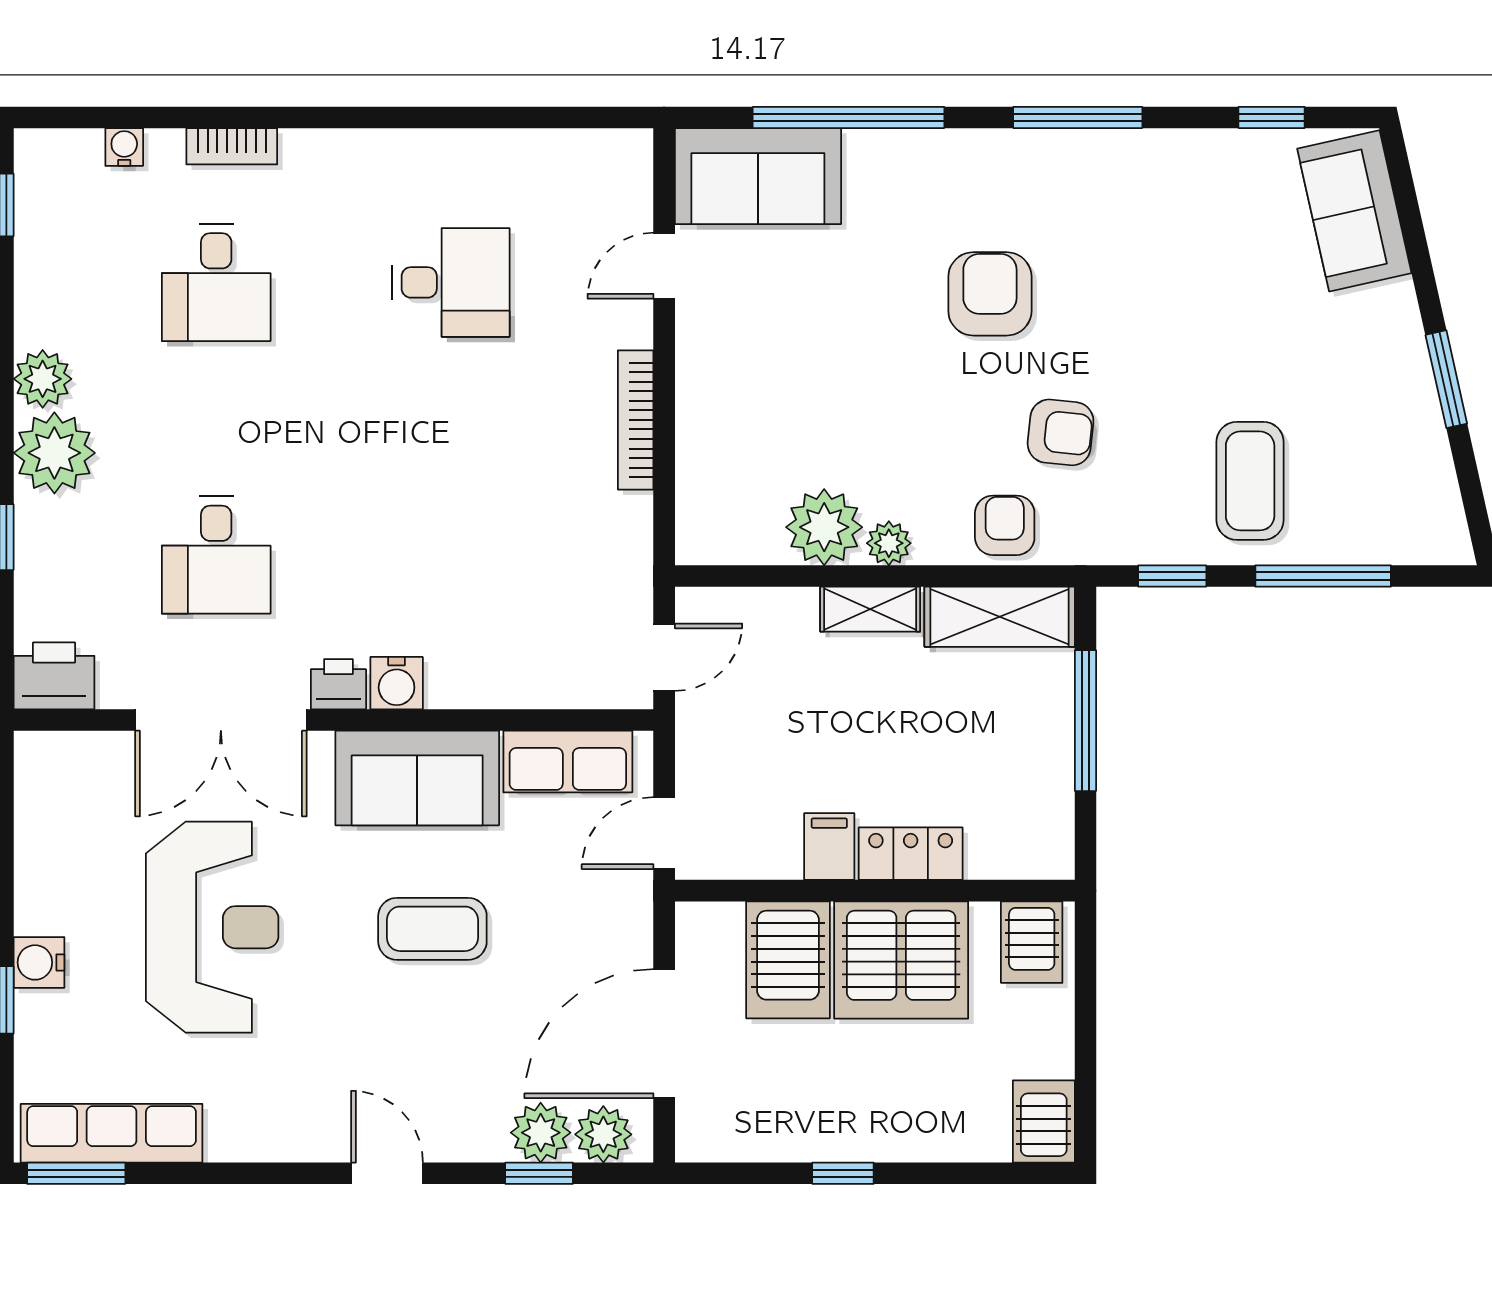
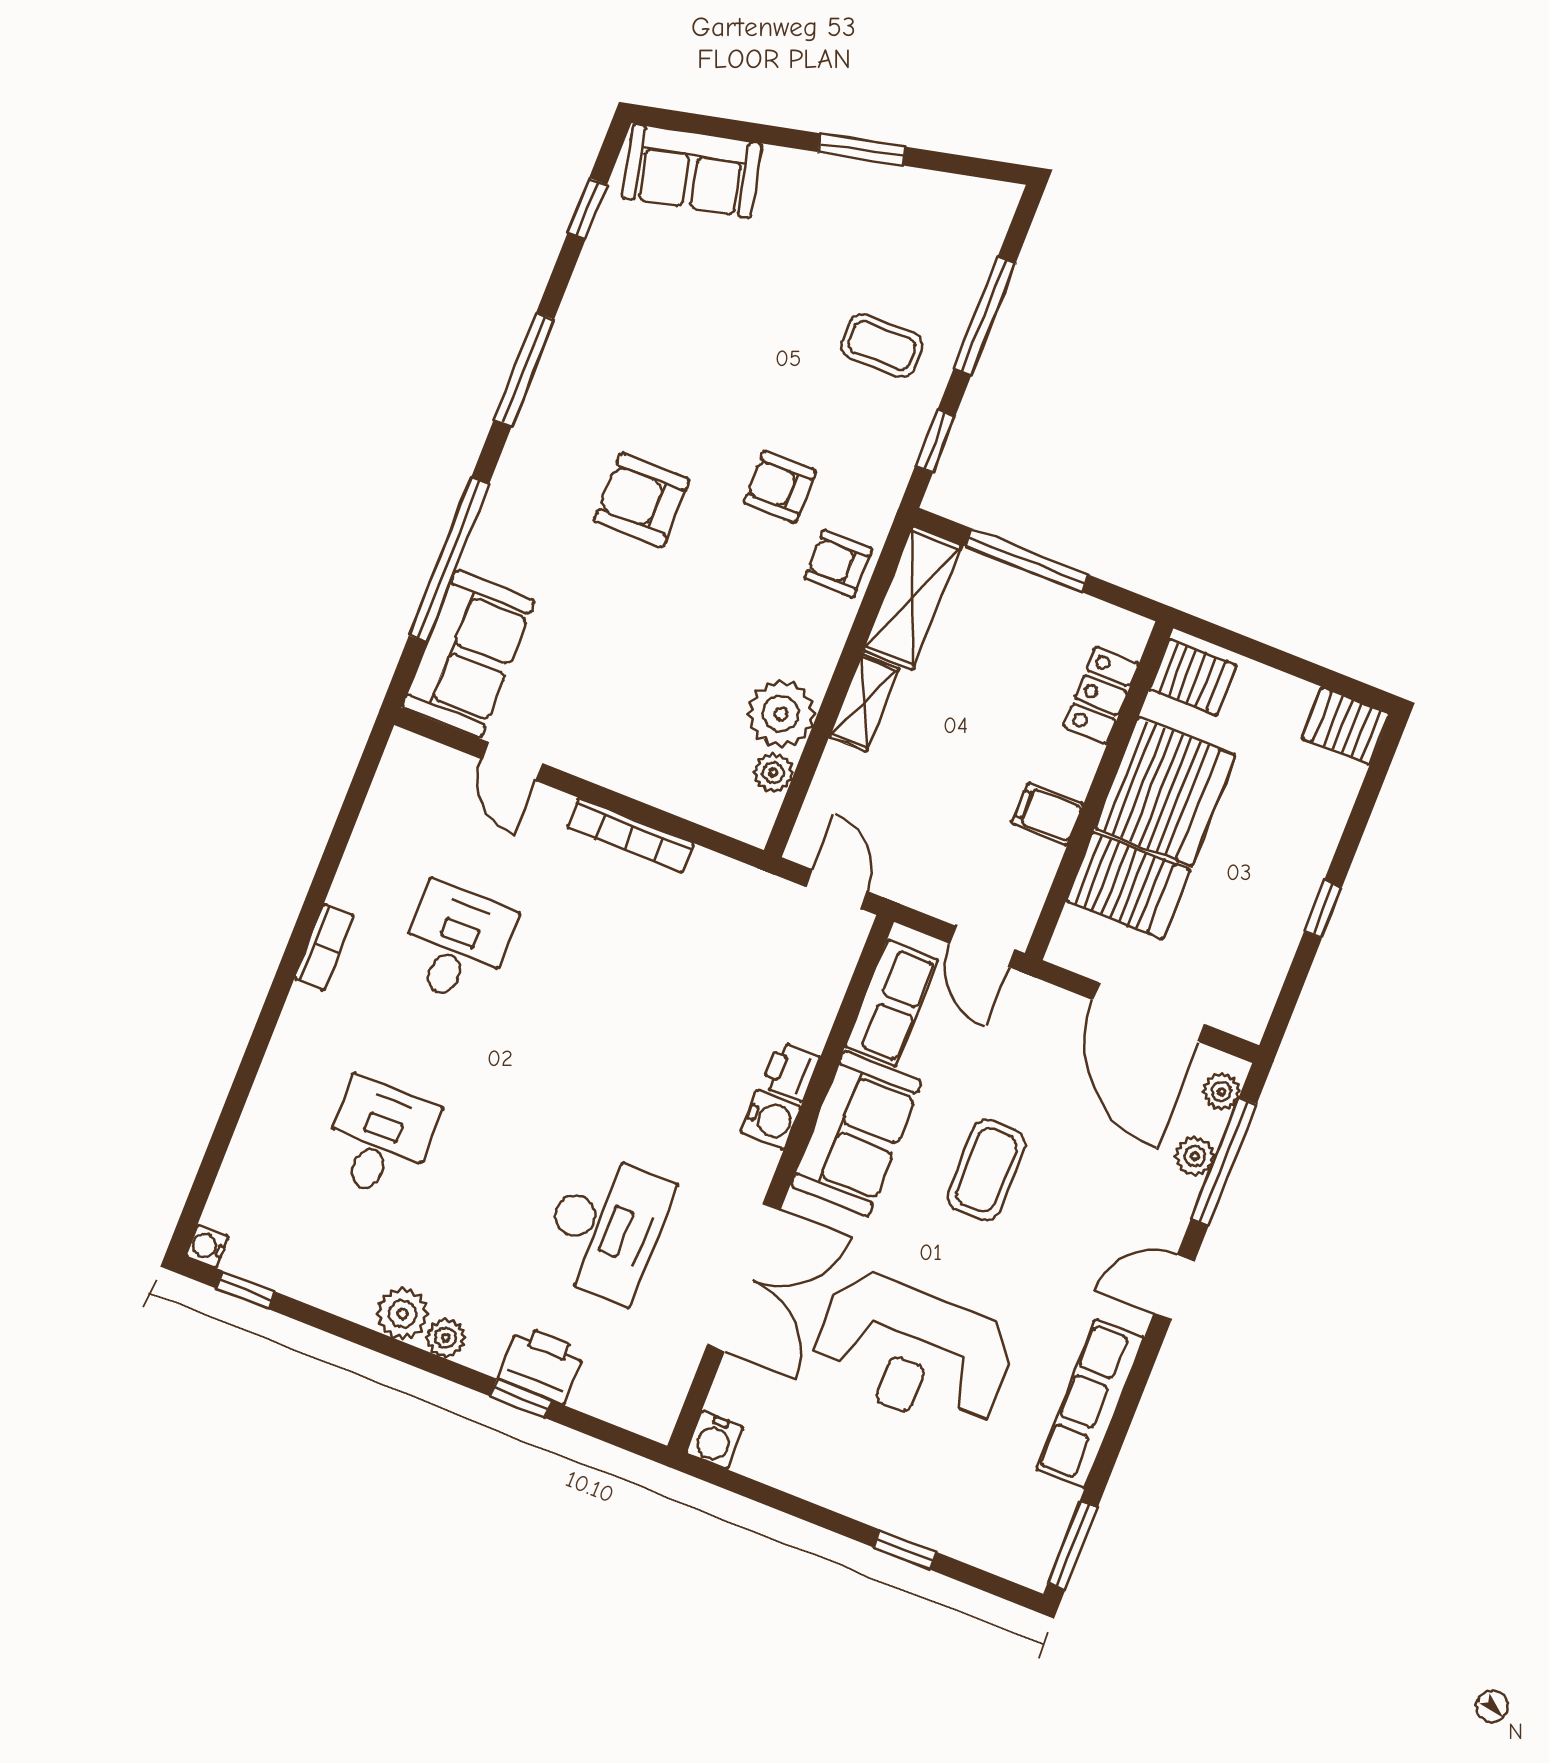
bookcase: (232, 146) -> (324, 947), moved
water cooler: (124, 147) -> (207, 1246), moved
desk: (216, 282) -> (379, 1138), turned -90
armchair: (1061, 432) -> (780, 487), turned -96
plant: (54, 453) -> (446, 1338), width x0.53, depth x0.53
coffee table: (1250, 481) -> (882, 345), width x0.73, depth x0.77
plant: (889, 543) -> (773, 773), moved
desk: (216, 555) -> (605, 1227), width x1.37
printer: (54, 676) -> (542, 1364), moved, turned 90
printer: (338, 684) -> (791, 1072), moved
locker: (911, 854) -> (1101, 695), moved
reception desk: (212, 927) -> (913, 1352), turned 180
water cooler: (39, 962) -> (714, 1440), moved
row of seats: (112, 1133) -> (1090, 1404), moved
plant: (541, 1133) -> (1195, 1156), width x0.73, depth x0.73
plant: (603, 1134) -> (1221, 1092), width x0.73, depth x0.73
window: (539, 1173) -> (1224, 1161), width x2.17

